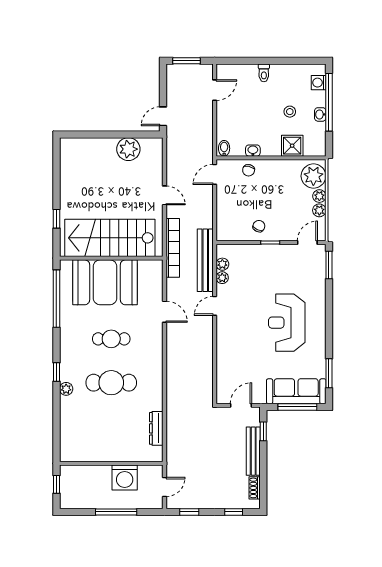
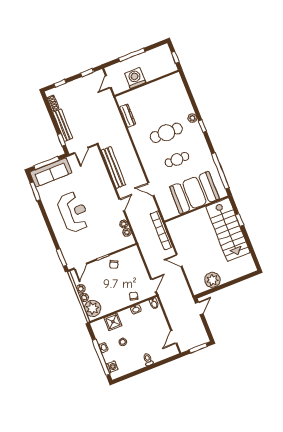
stairs: (110, 238) -> (228, 229), moved, turned 90
bench: (205, 260) -> (113, 167), moved

